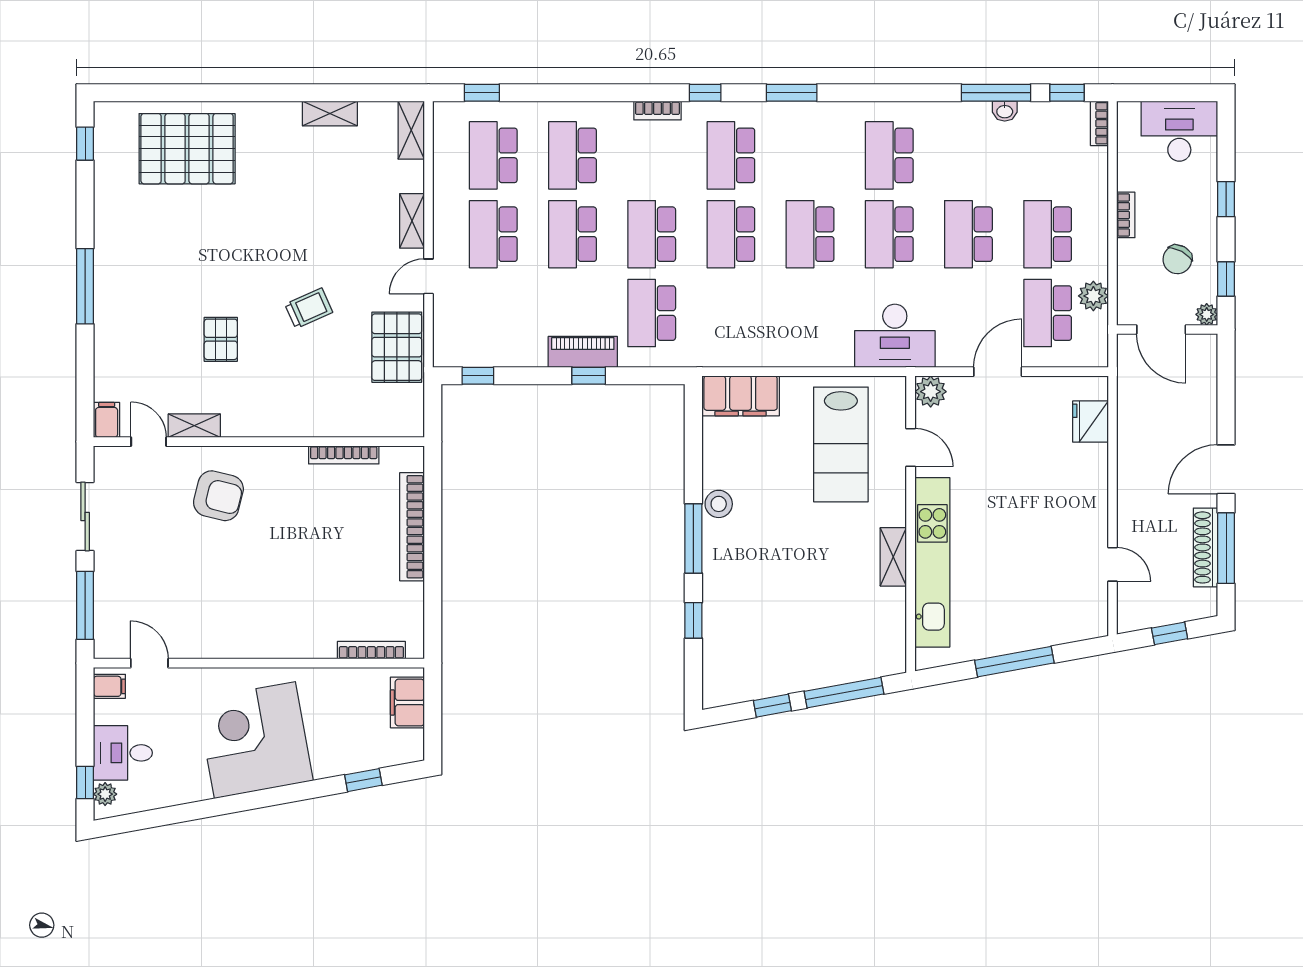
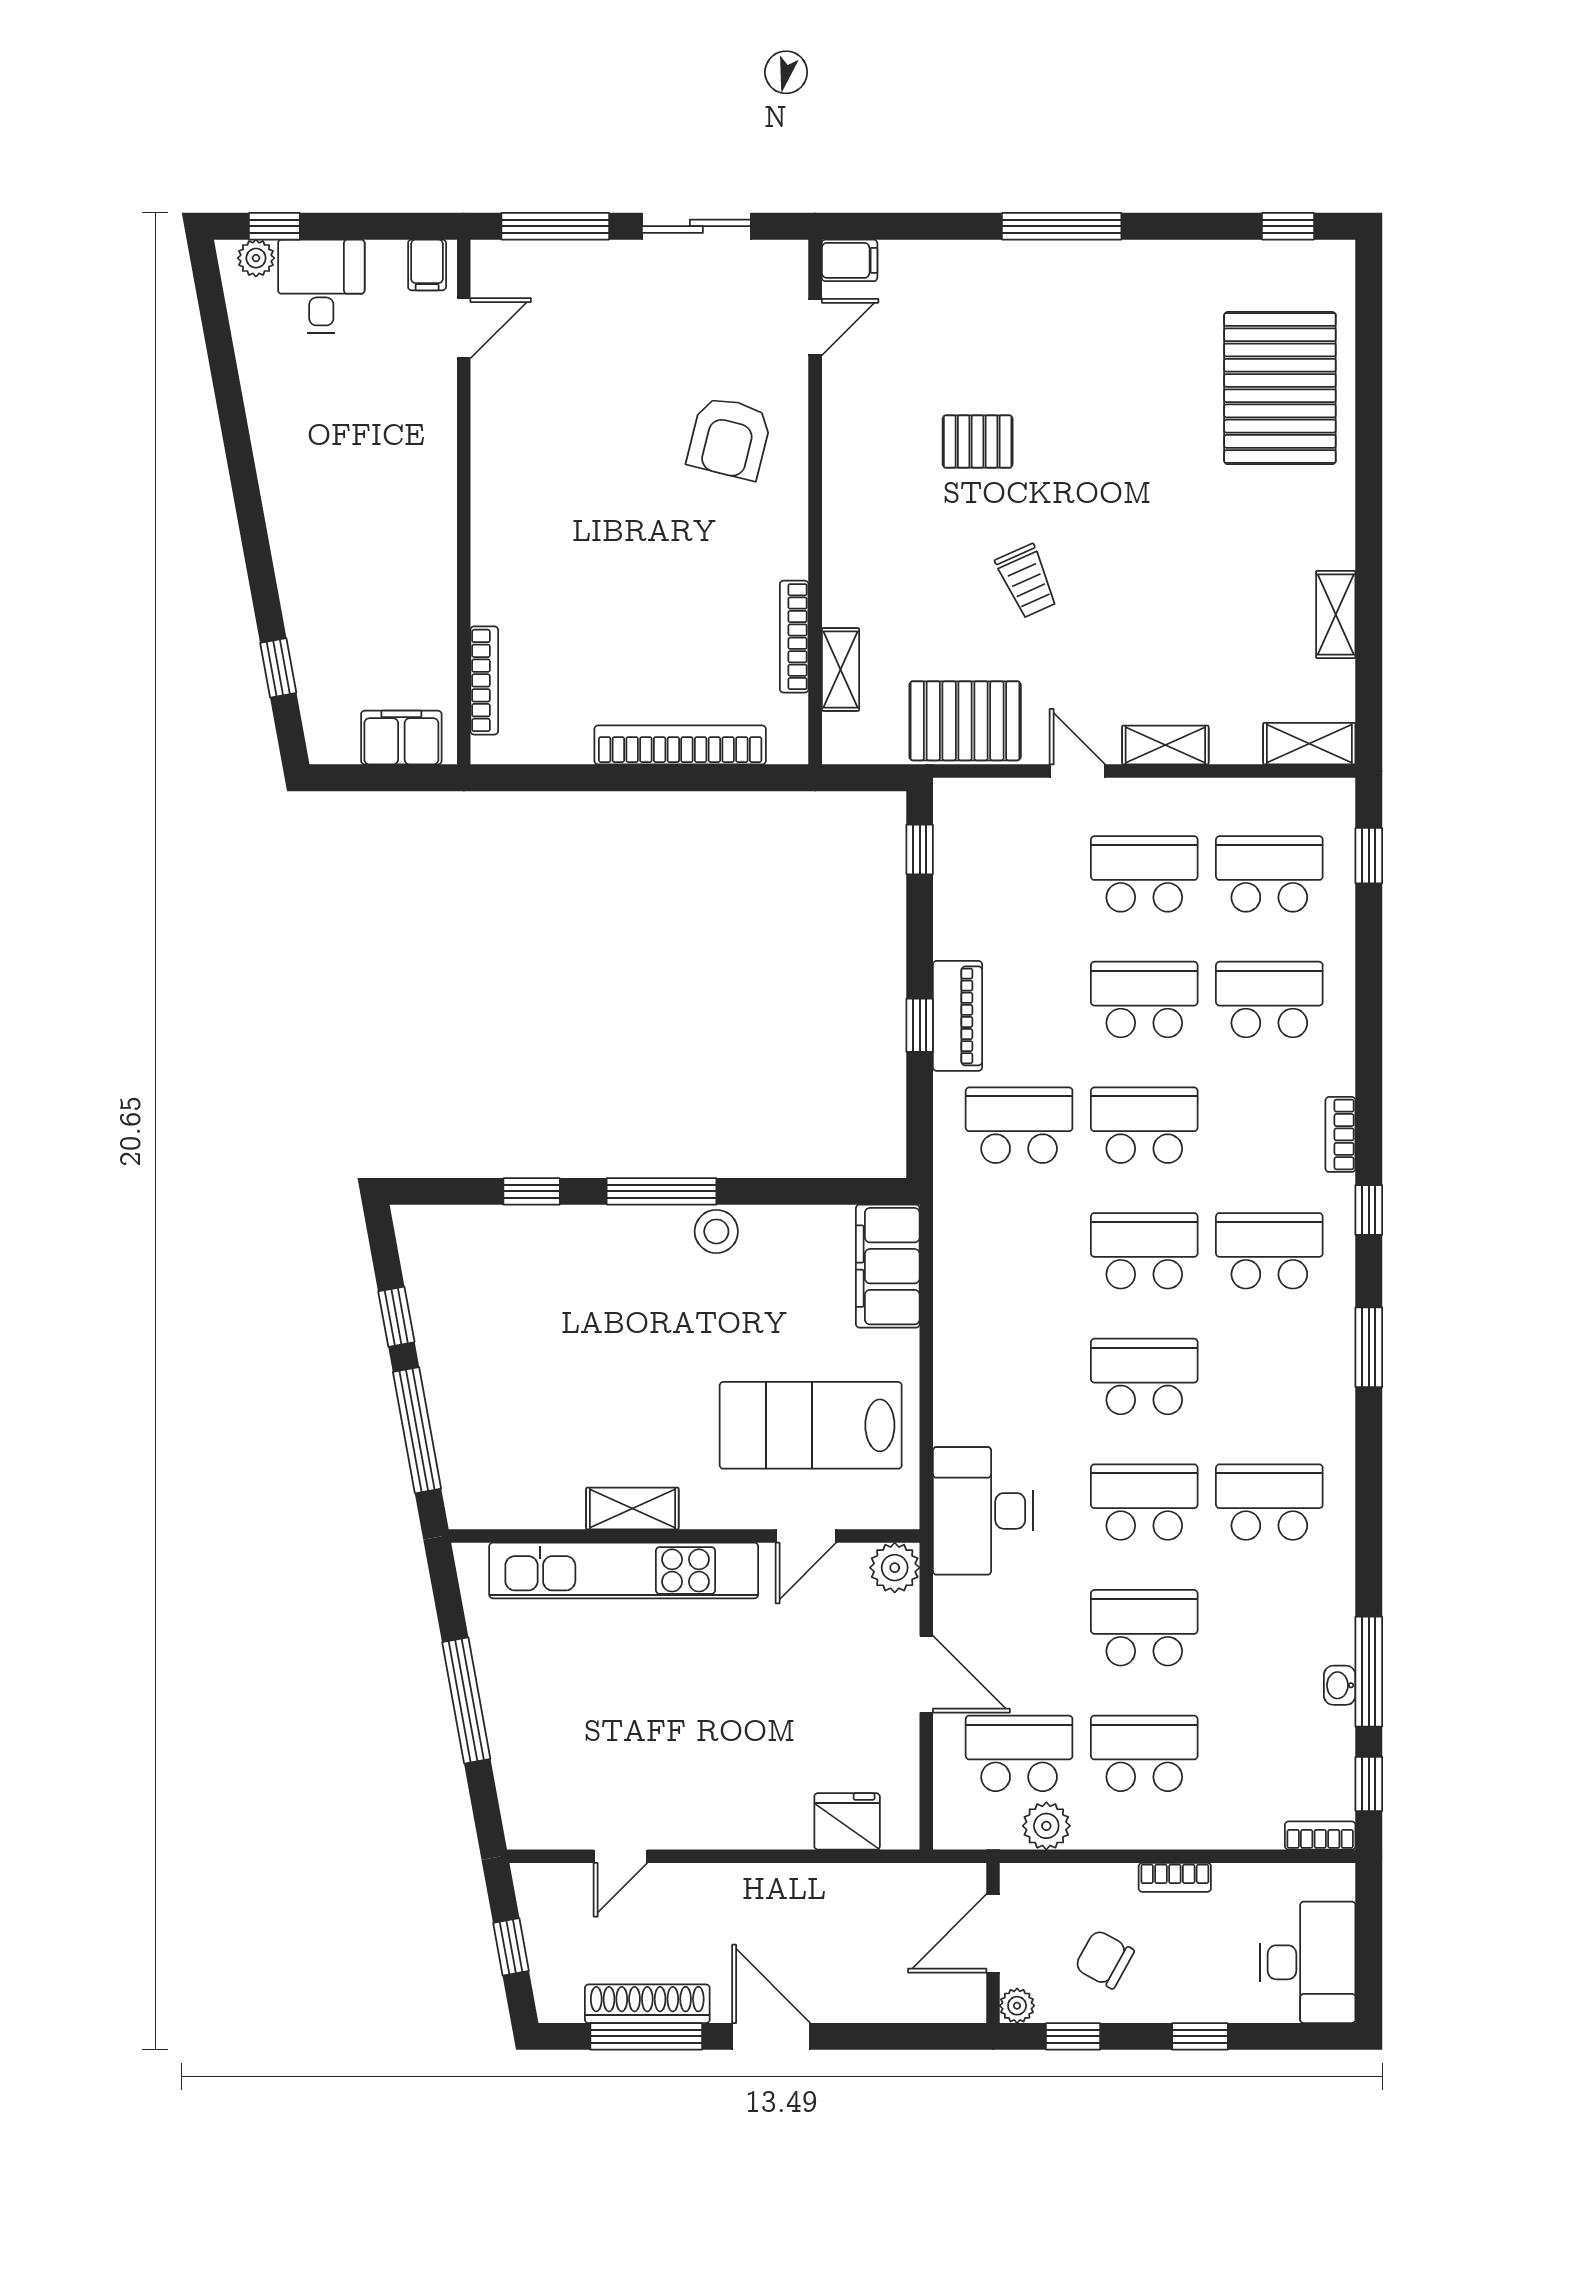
shelving: (194, 426) -> (840, 669), moved
corner desk: (255, 740) -> (342, 496), removed

